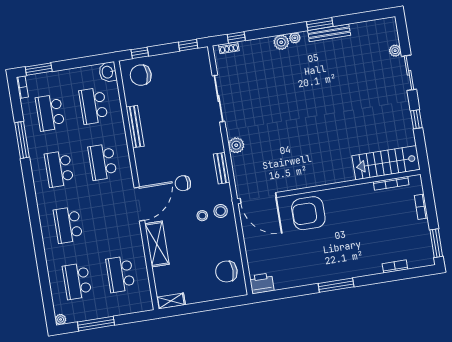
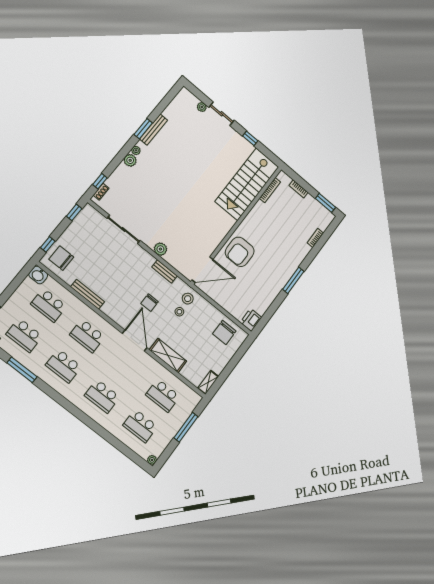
chair: (141, 75) -> (61, 258), turned 90
stairs: (386, 163) -> (247, 184), width x1.36, depth x1.51
window: (96, 324) -> (186, 427), moved

